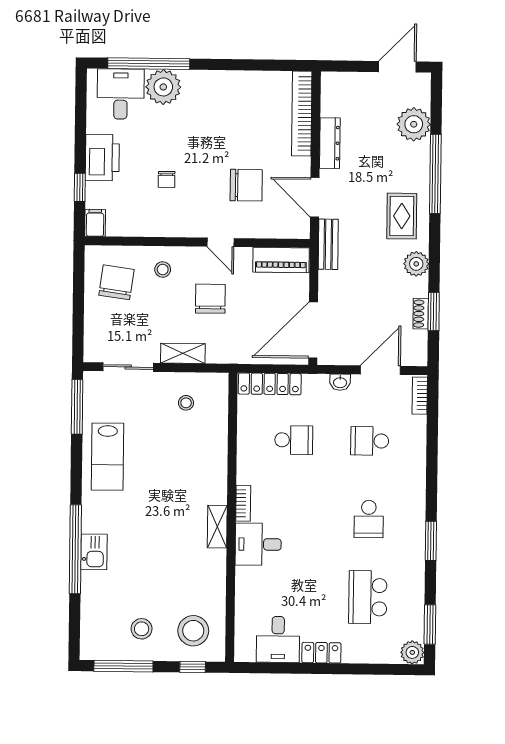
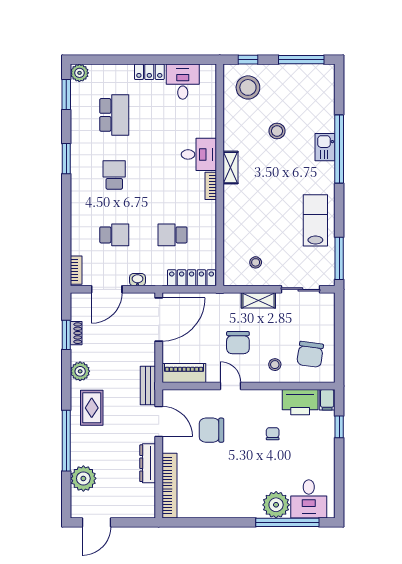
printer: (102, 158) -> (300, 402), moved, turned -90
stool: (142, 629) -> (277, 131), moved

